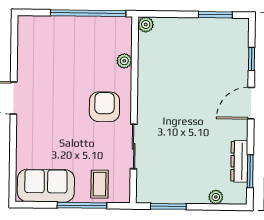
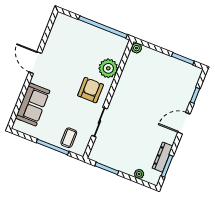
plant: (124, 61) -> (108, 68), width x1.87, depth x1.87
sofa: (46, 186) -> (33, 104), moved, turned 90

